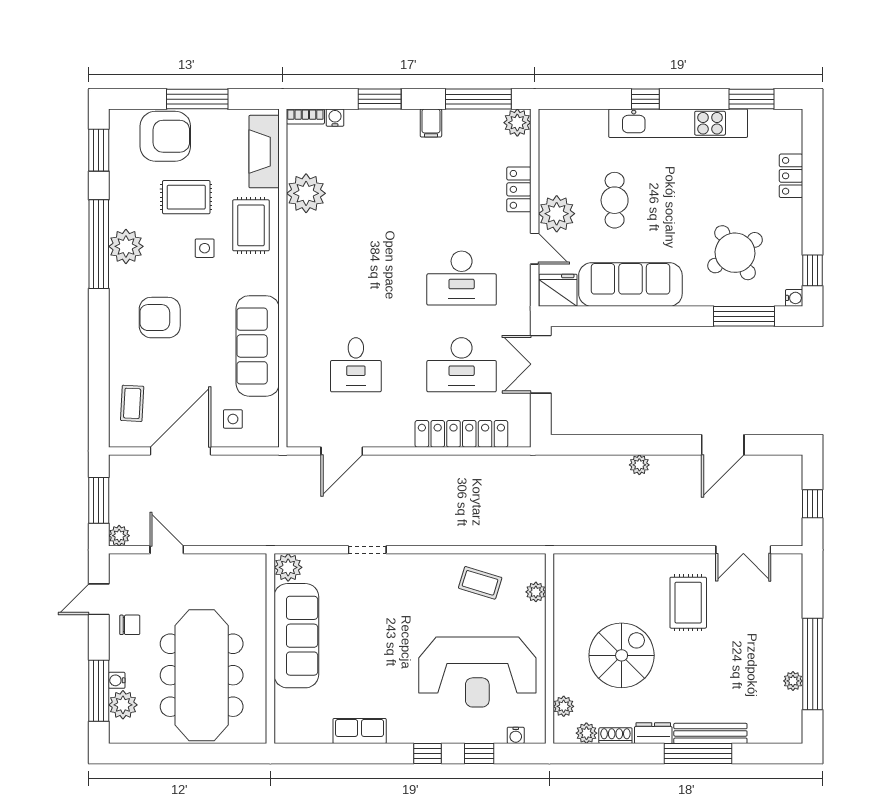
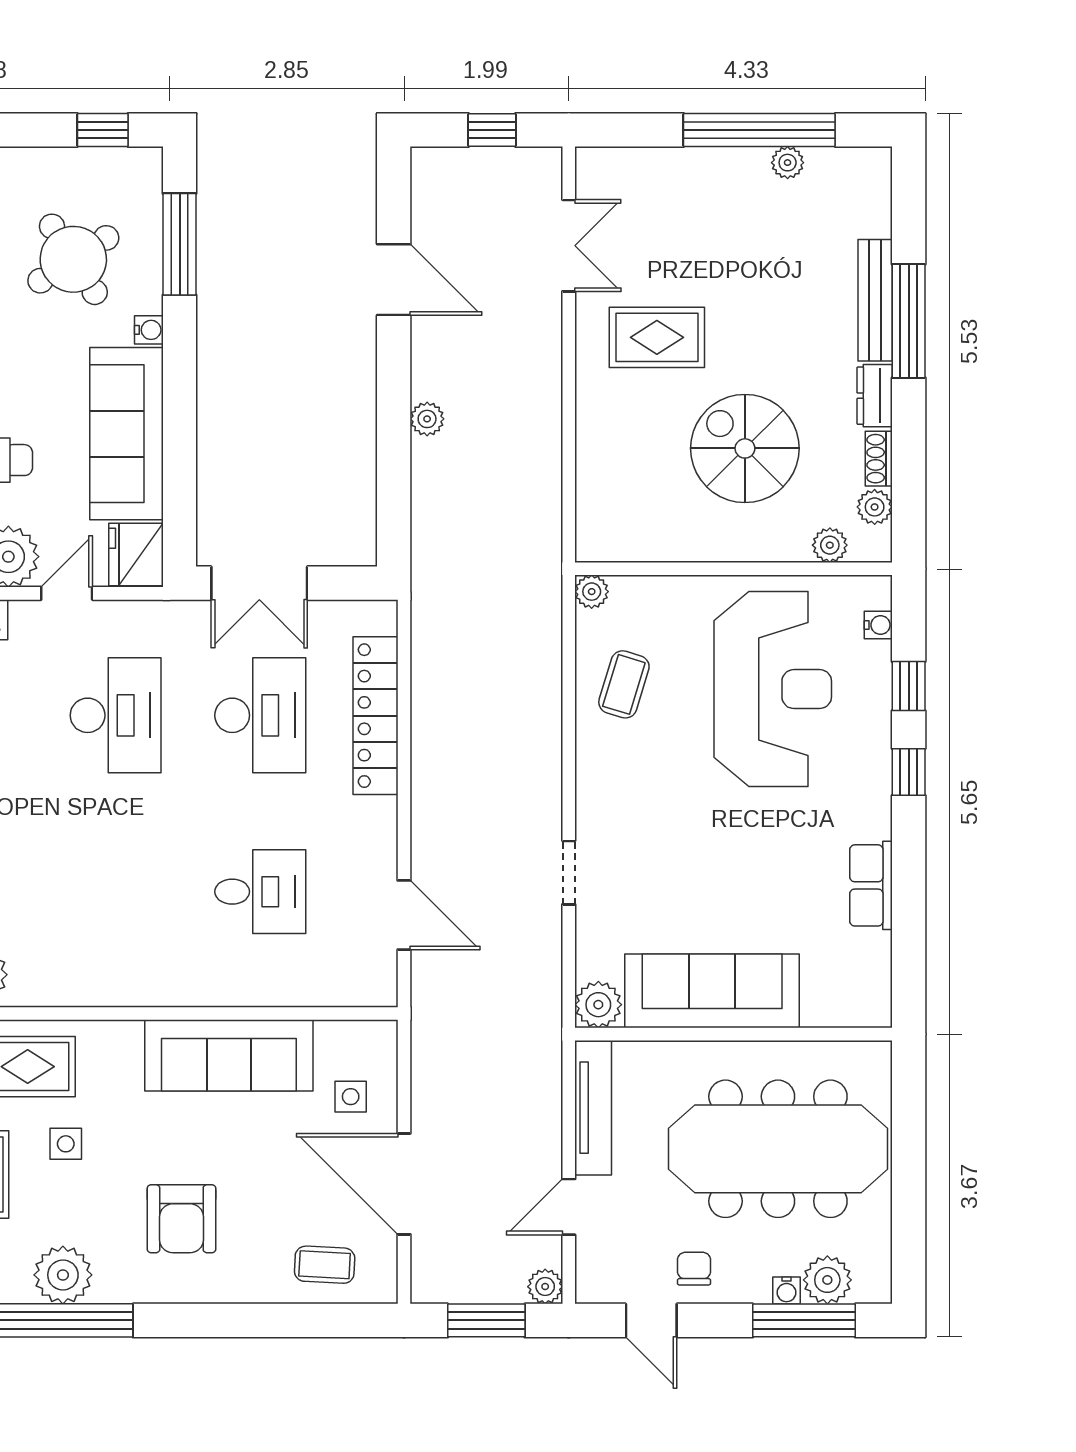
water cooler: (794, 298) -> (149, 330), moved, turned 90
tv unit: (226, 564) -> (593, 1108), added
plant: (536, 592) -> (592, 592), moved

